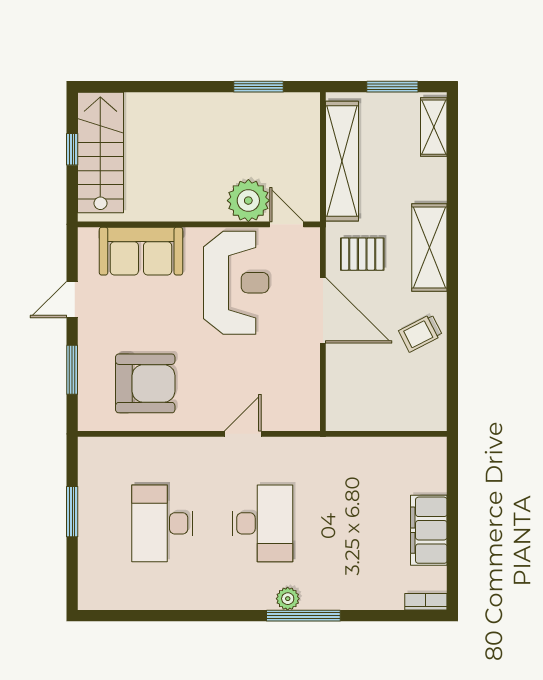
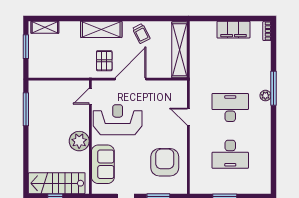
window: (258, 87) -> (26, 109), width x1.44
shelving: (342, 161) -> (179, 50), moved, turned 90
plant: (248, 201) -> (79, 141), moved

